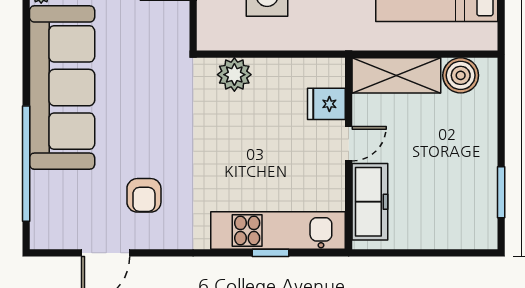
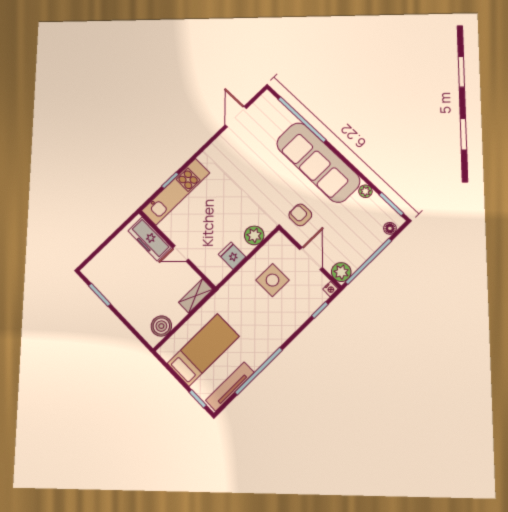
shelving: (396, 75) -> (196, 296), width x0.67, depth x0.75
fridge: (326, 104) -> (232, 256), moved, turned -90
door: (349, 144) -> (181, 253), hinge flipped
armchair: (144, 195) -> (300, 215), moved

